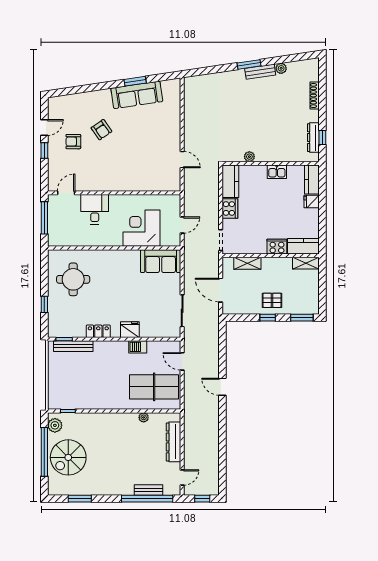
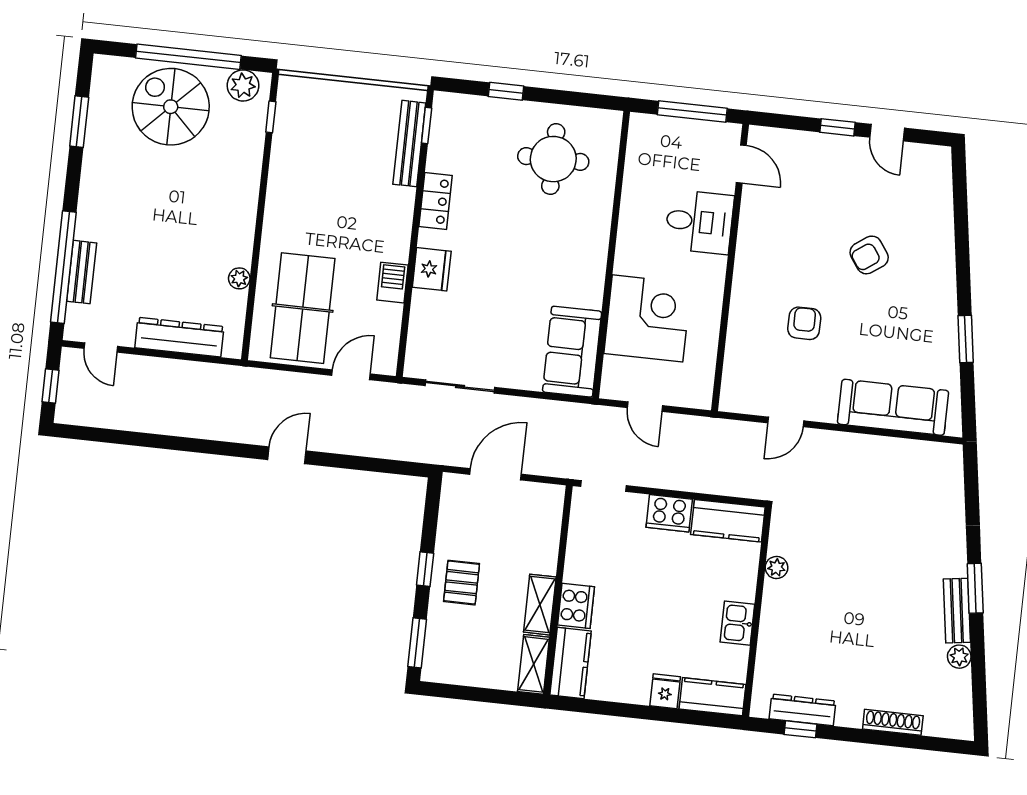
sofa: (137, 95) -> (893, 407), moved, turned 98
armchair: (73, 142) -> (804, 323), moved
shelving: (247, 263) -> (540, 605), moved

